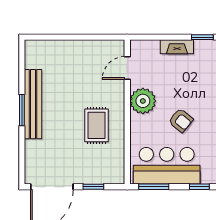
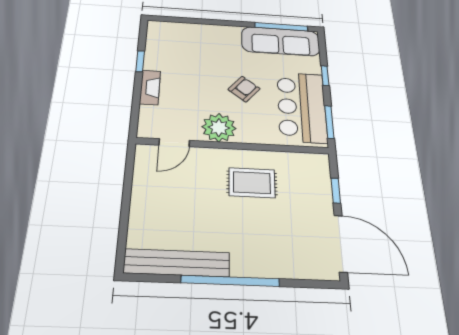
door: (127, 68) -> (174, 143), hinge flipped
bench: (33, 104) -> (177, 263), moved
window: (22, 110) -> (230, 281), width x2.11

